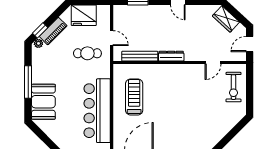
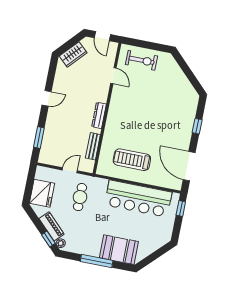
bench: (140, 56) -> (93, 146), width x0.73

